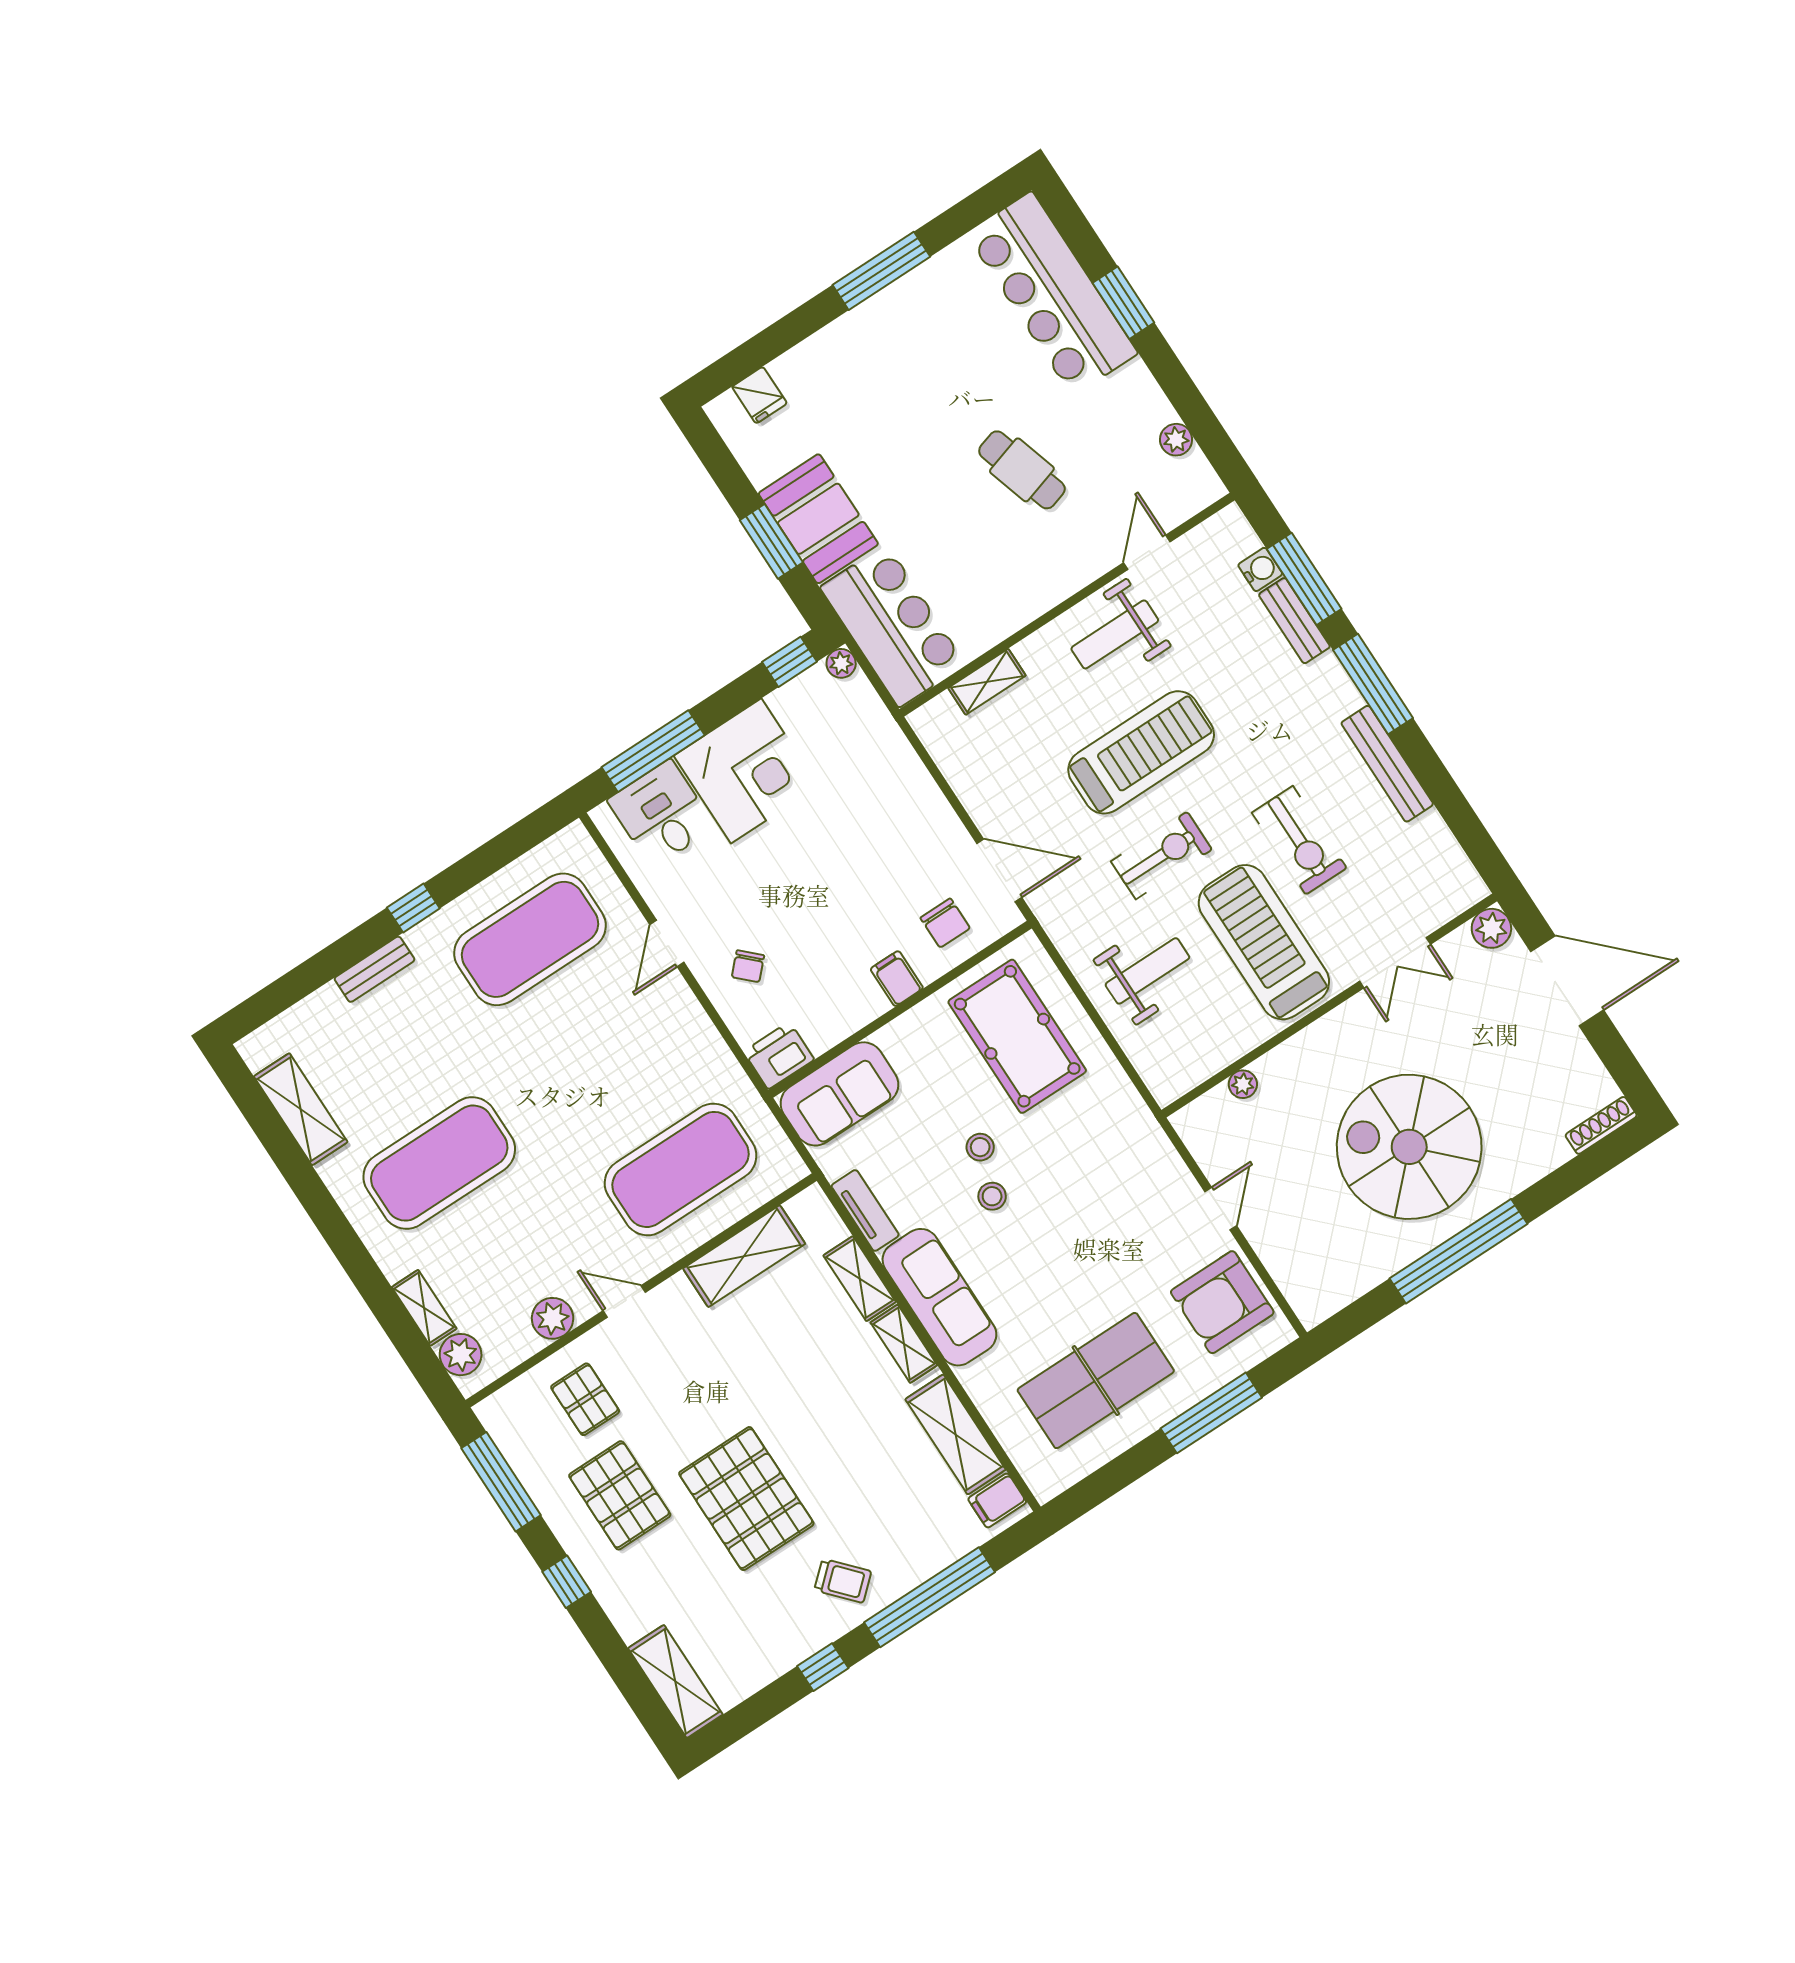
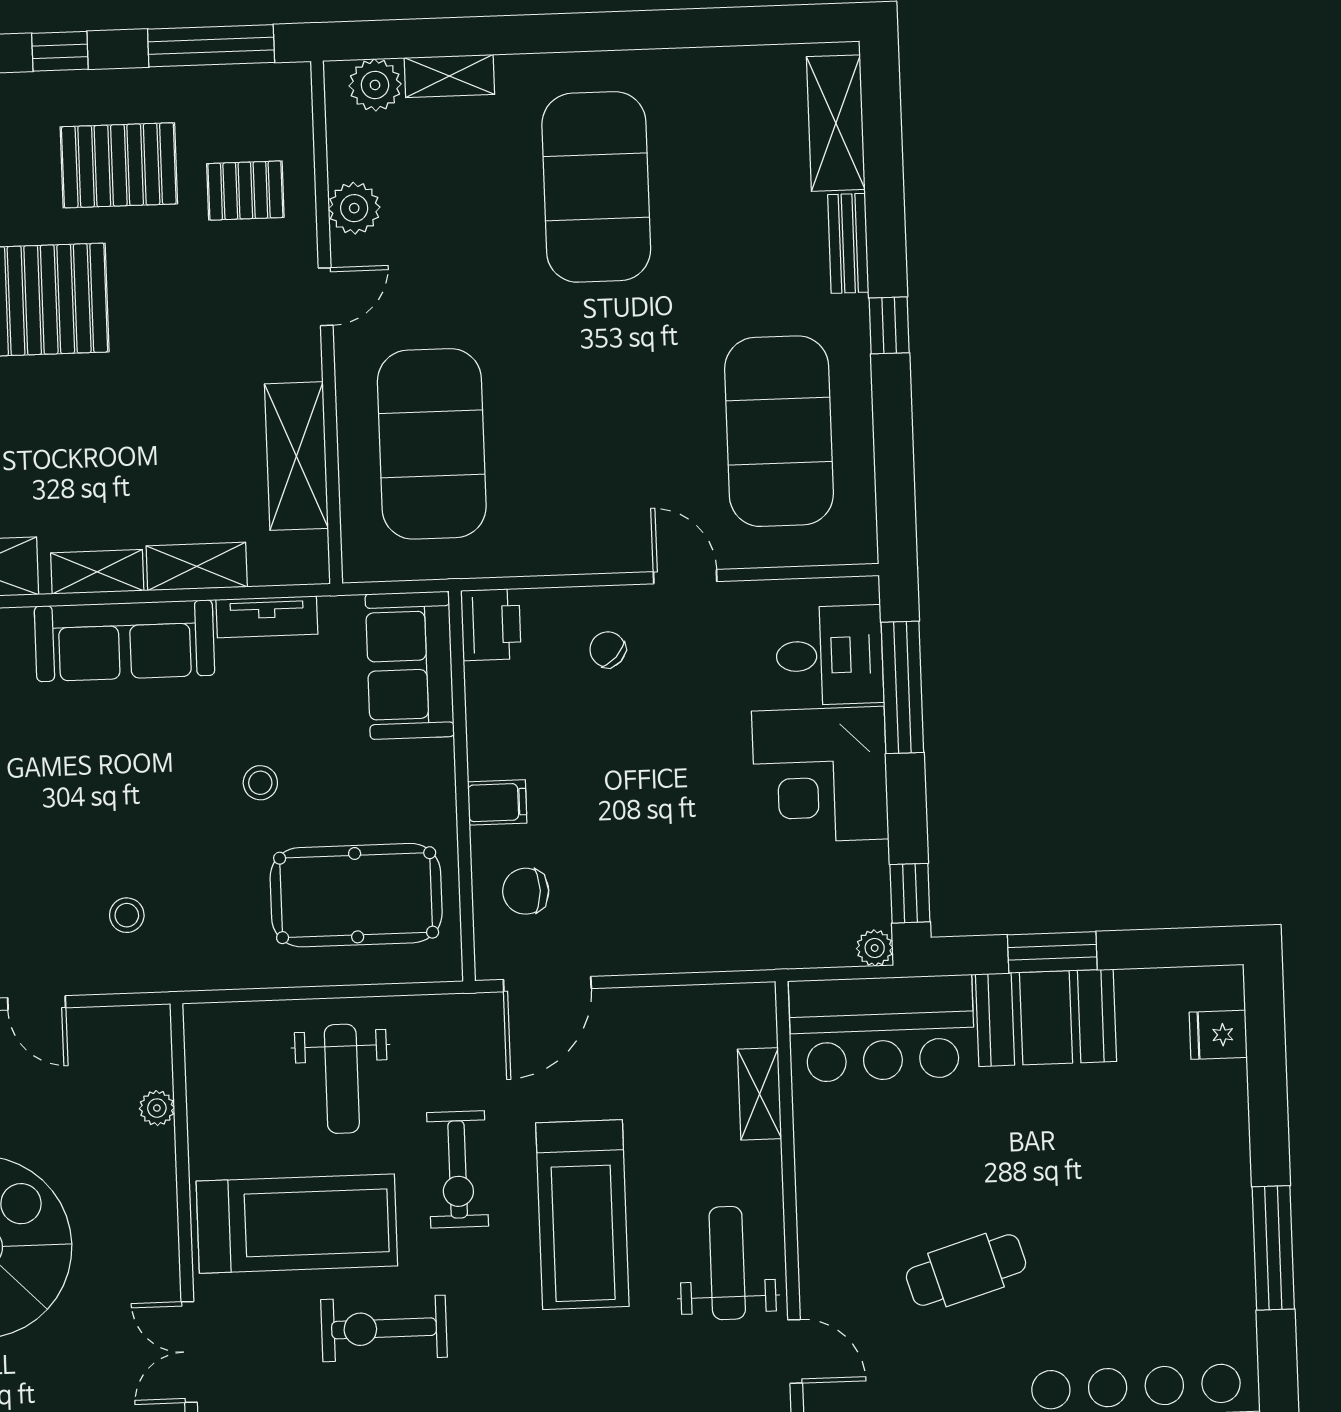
shelving: (301, 1109) -> (836, 123), moved, turned 90
stool: (992, 1196) -> (127, 915), moved

